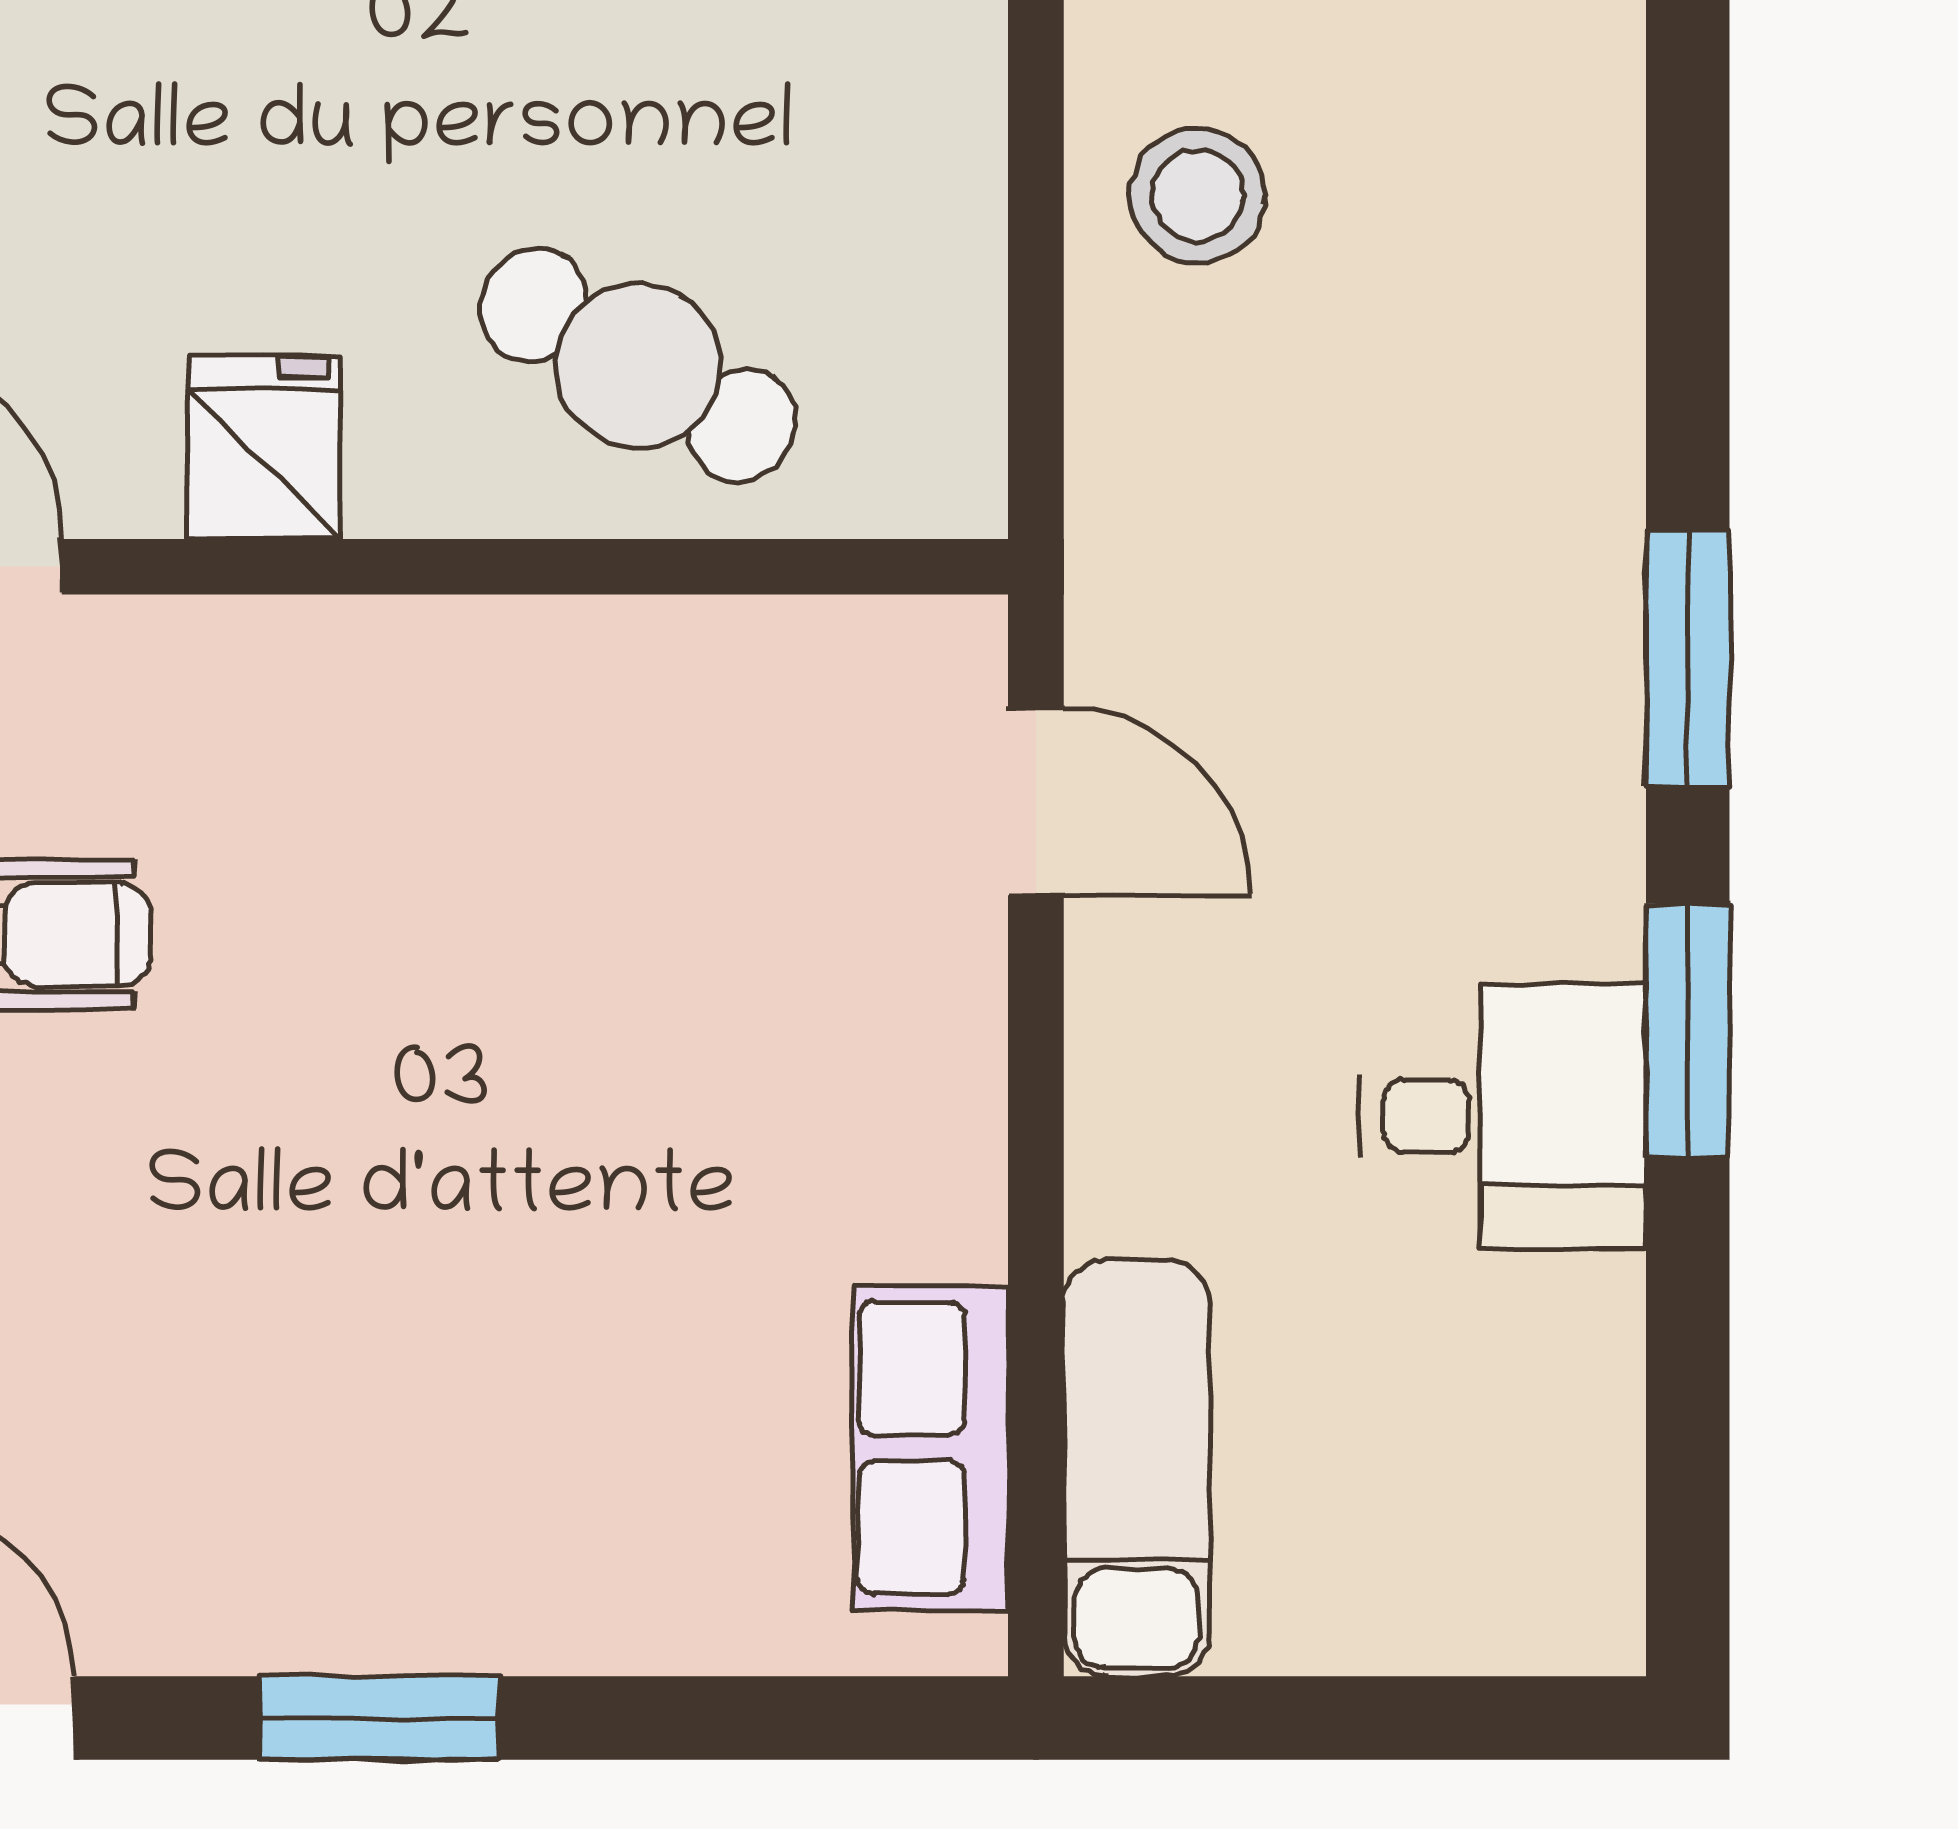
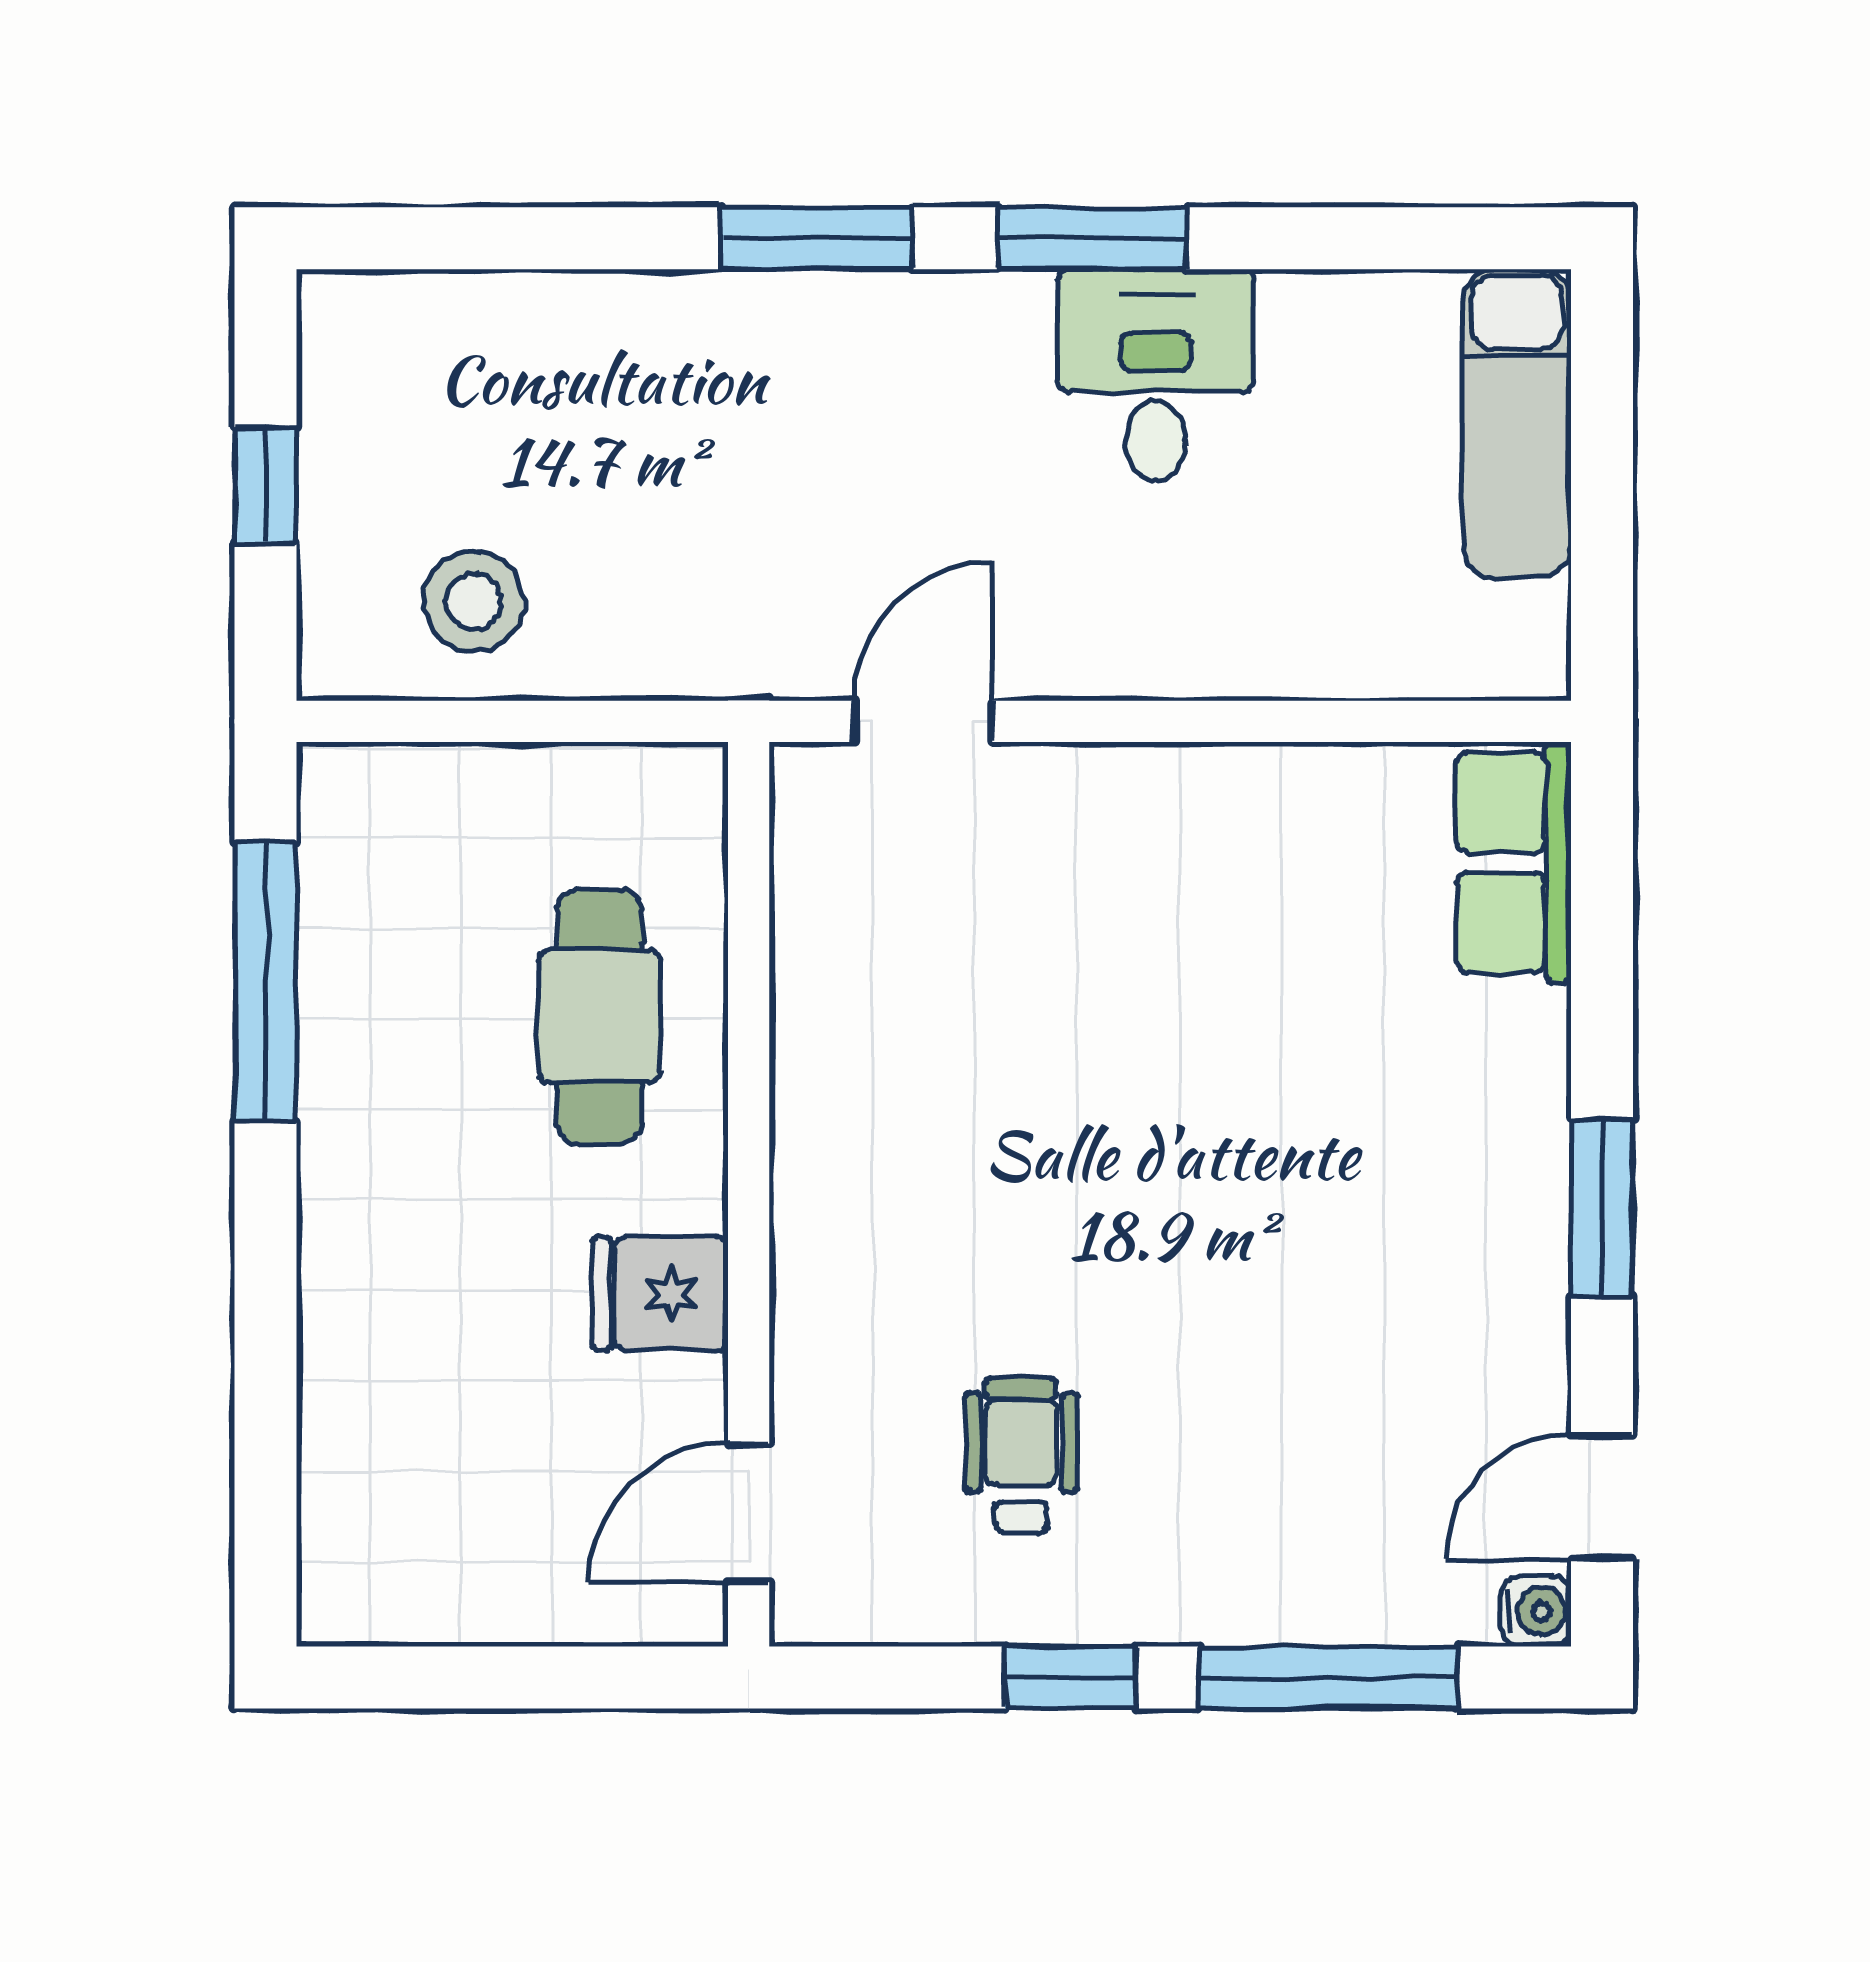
cafe table: (638, 365) -> (599, 1016), turned -30
row of seats: (930, 1448) -> (1513, 862), moved, turned 90
exam couch: (1137, 1468) -> (1517, 423), moved, turned -90

